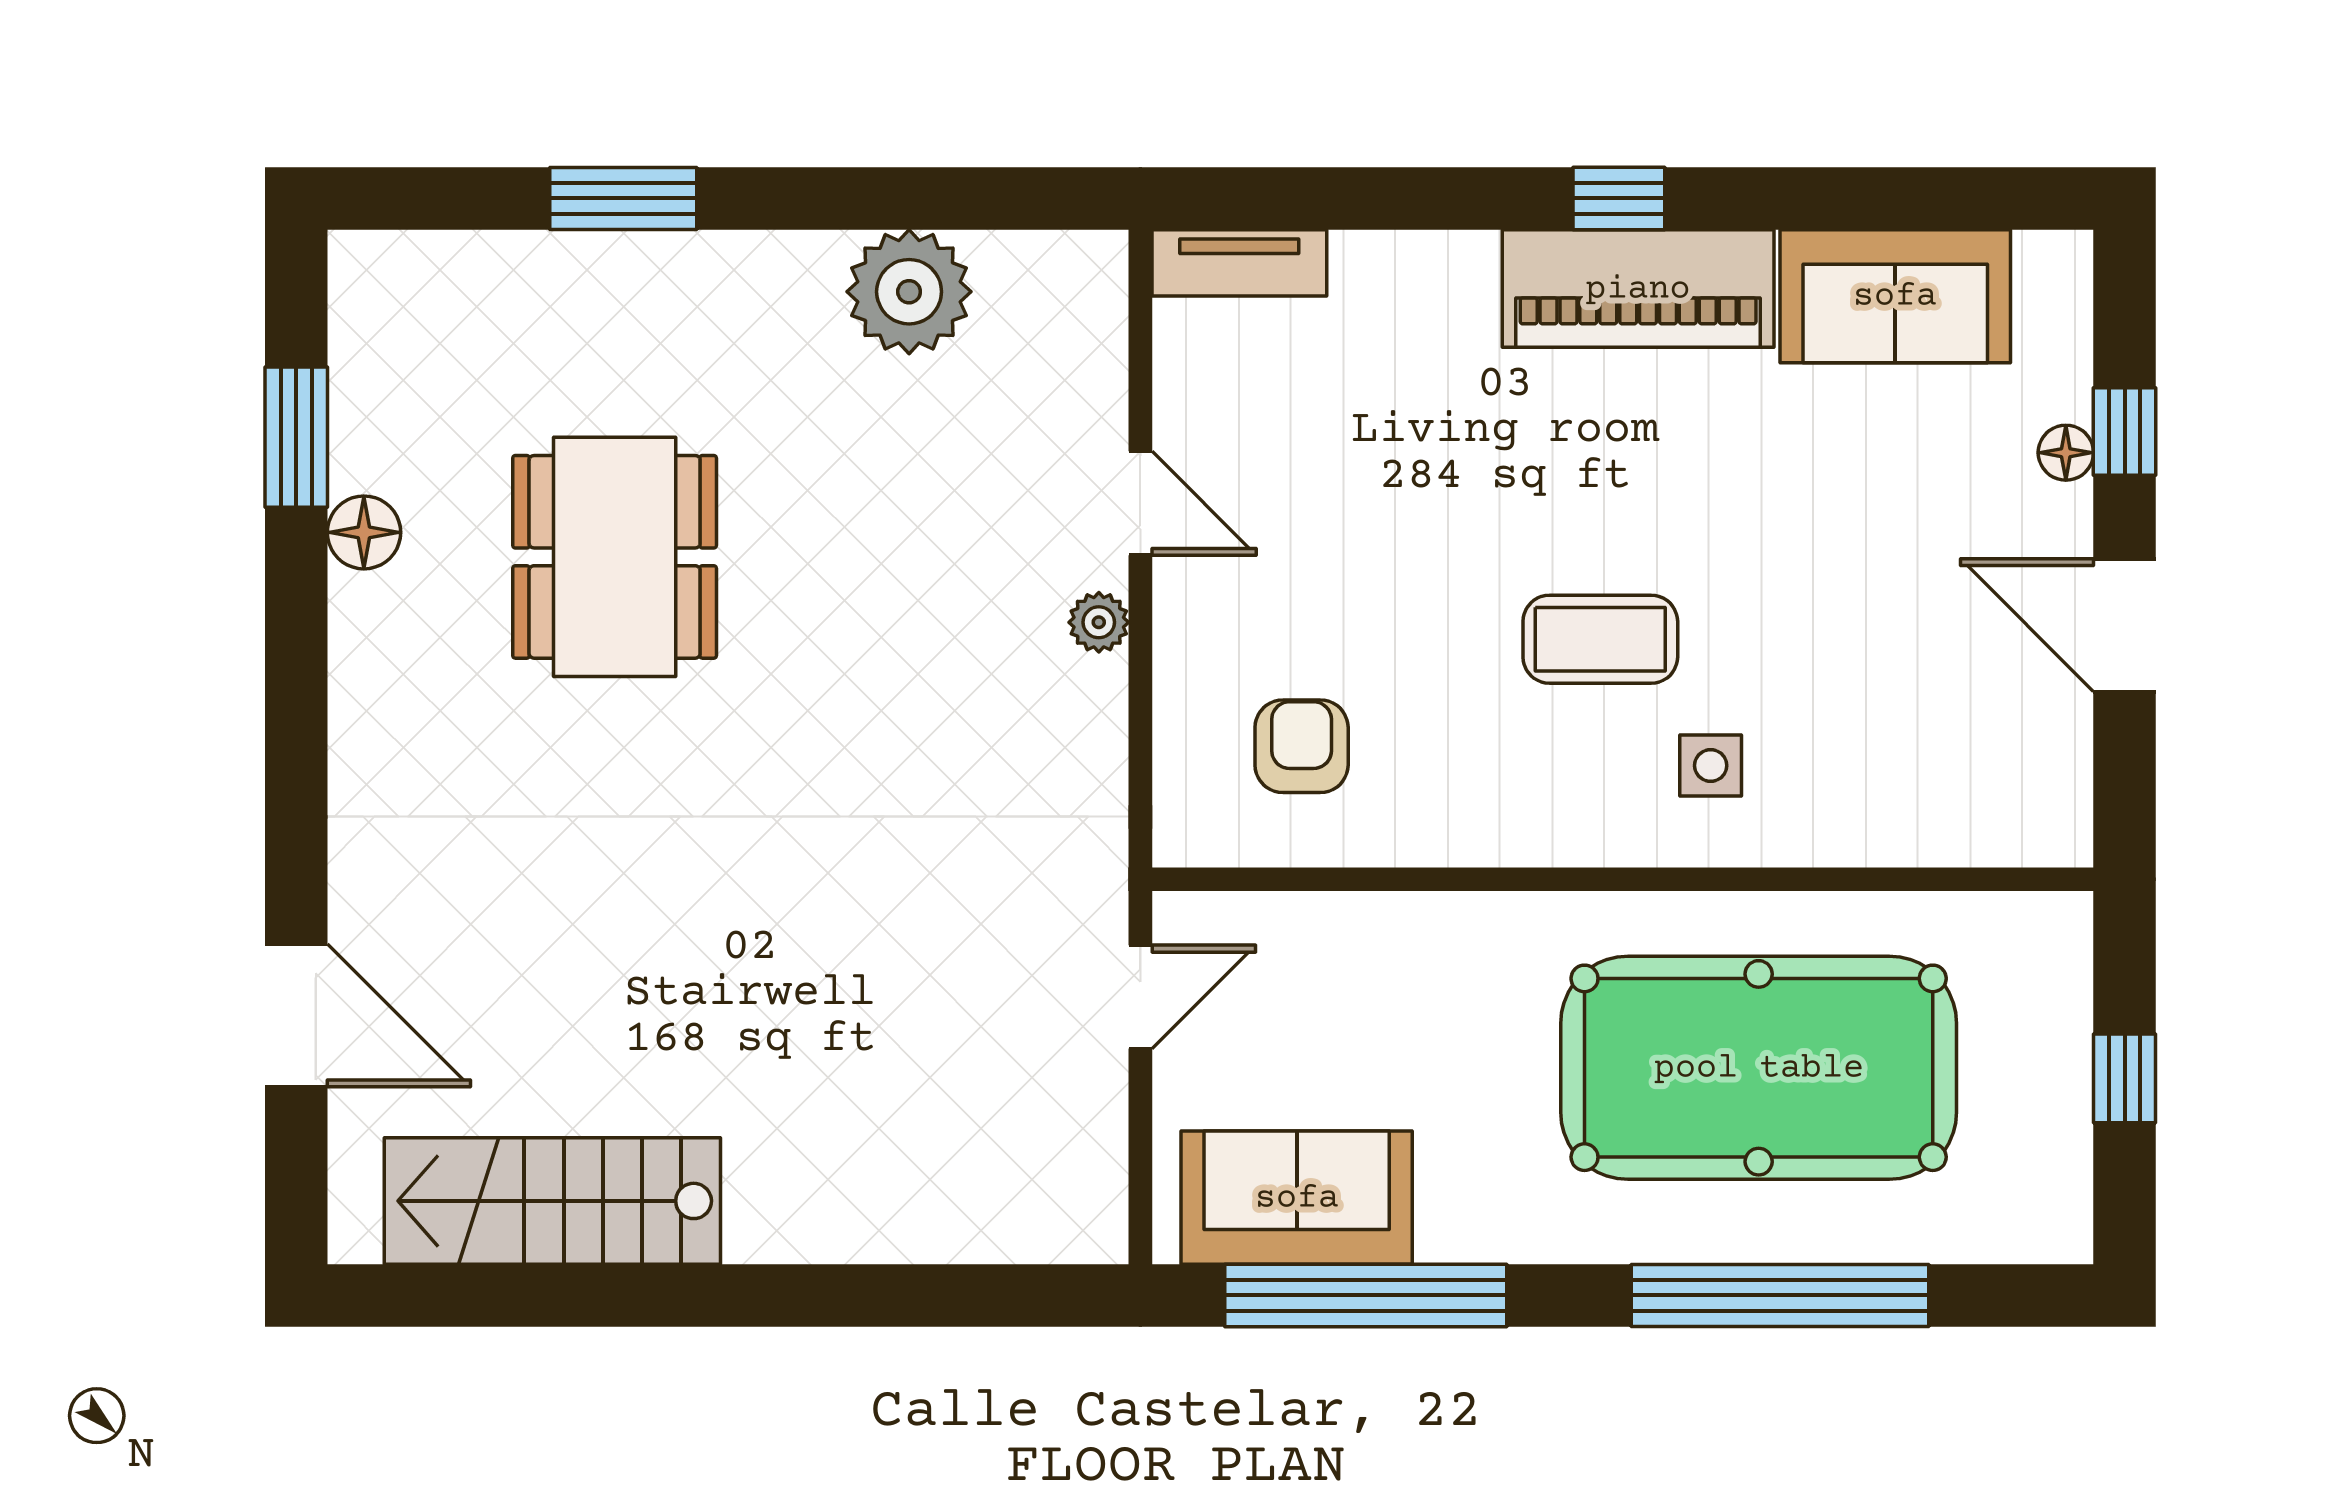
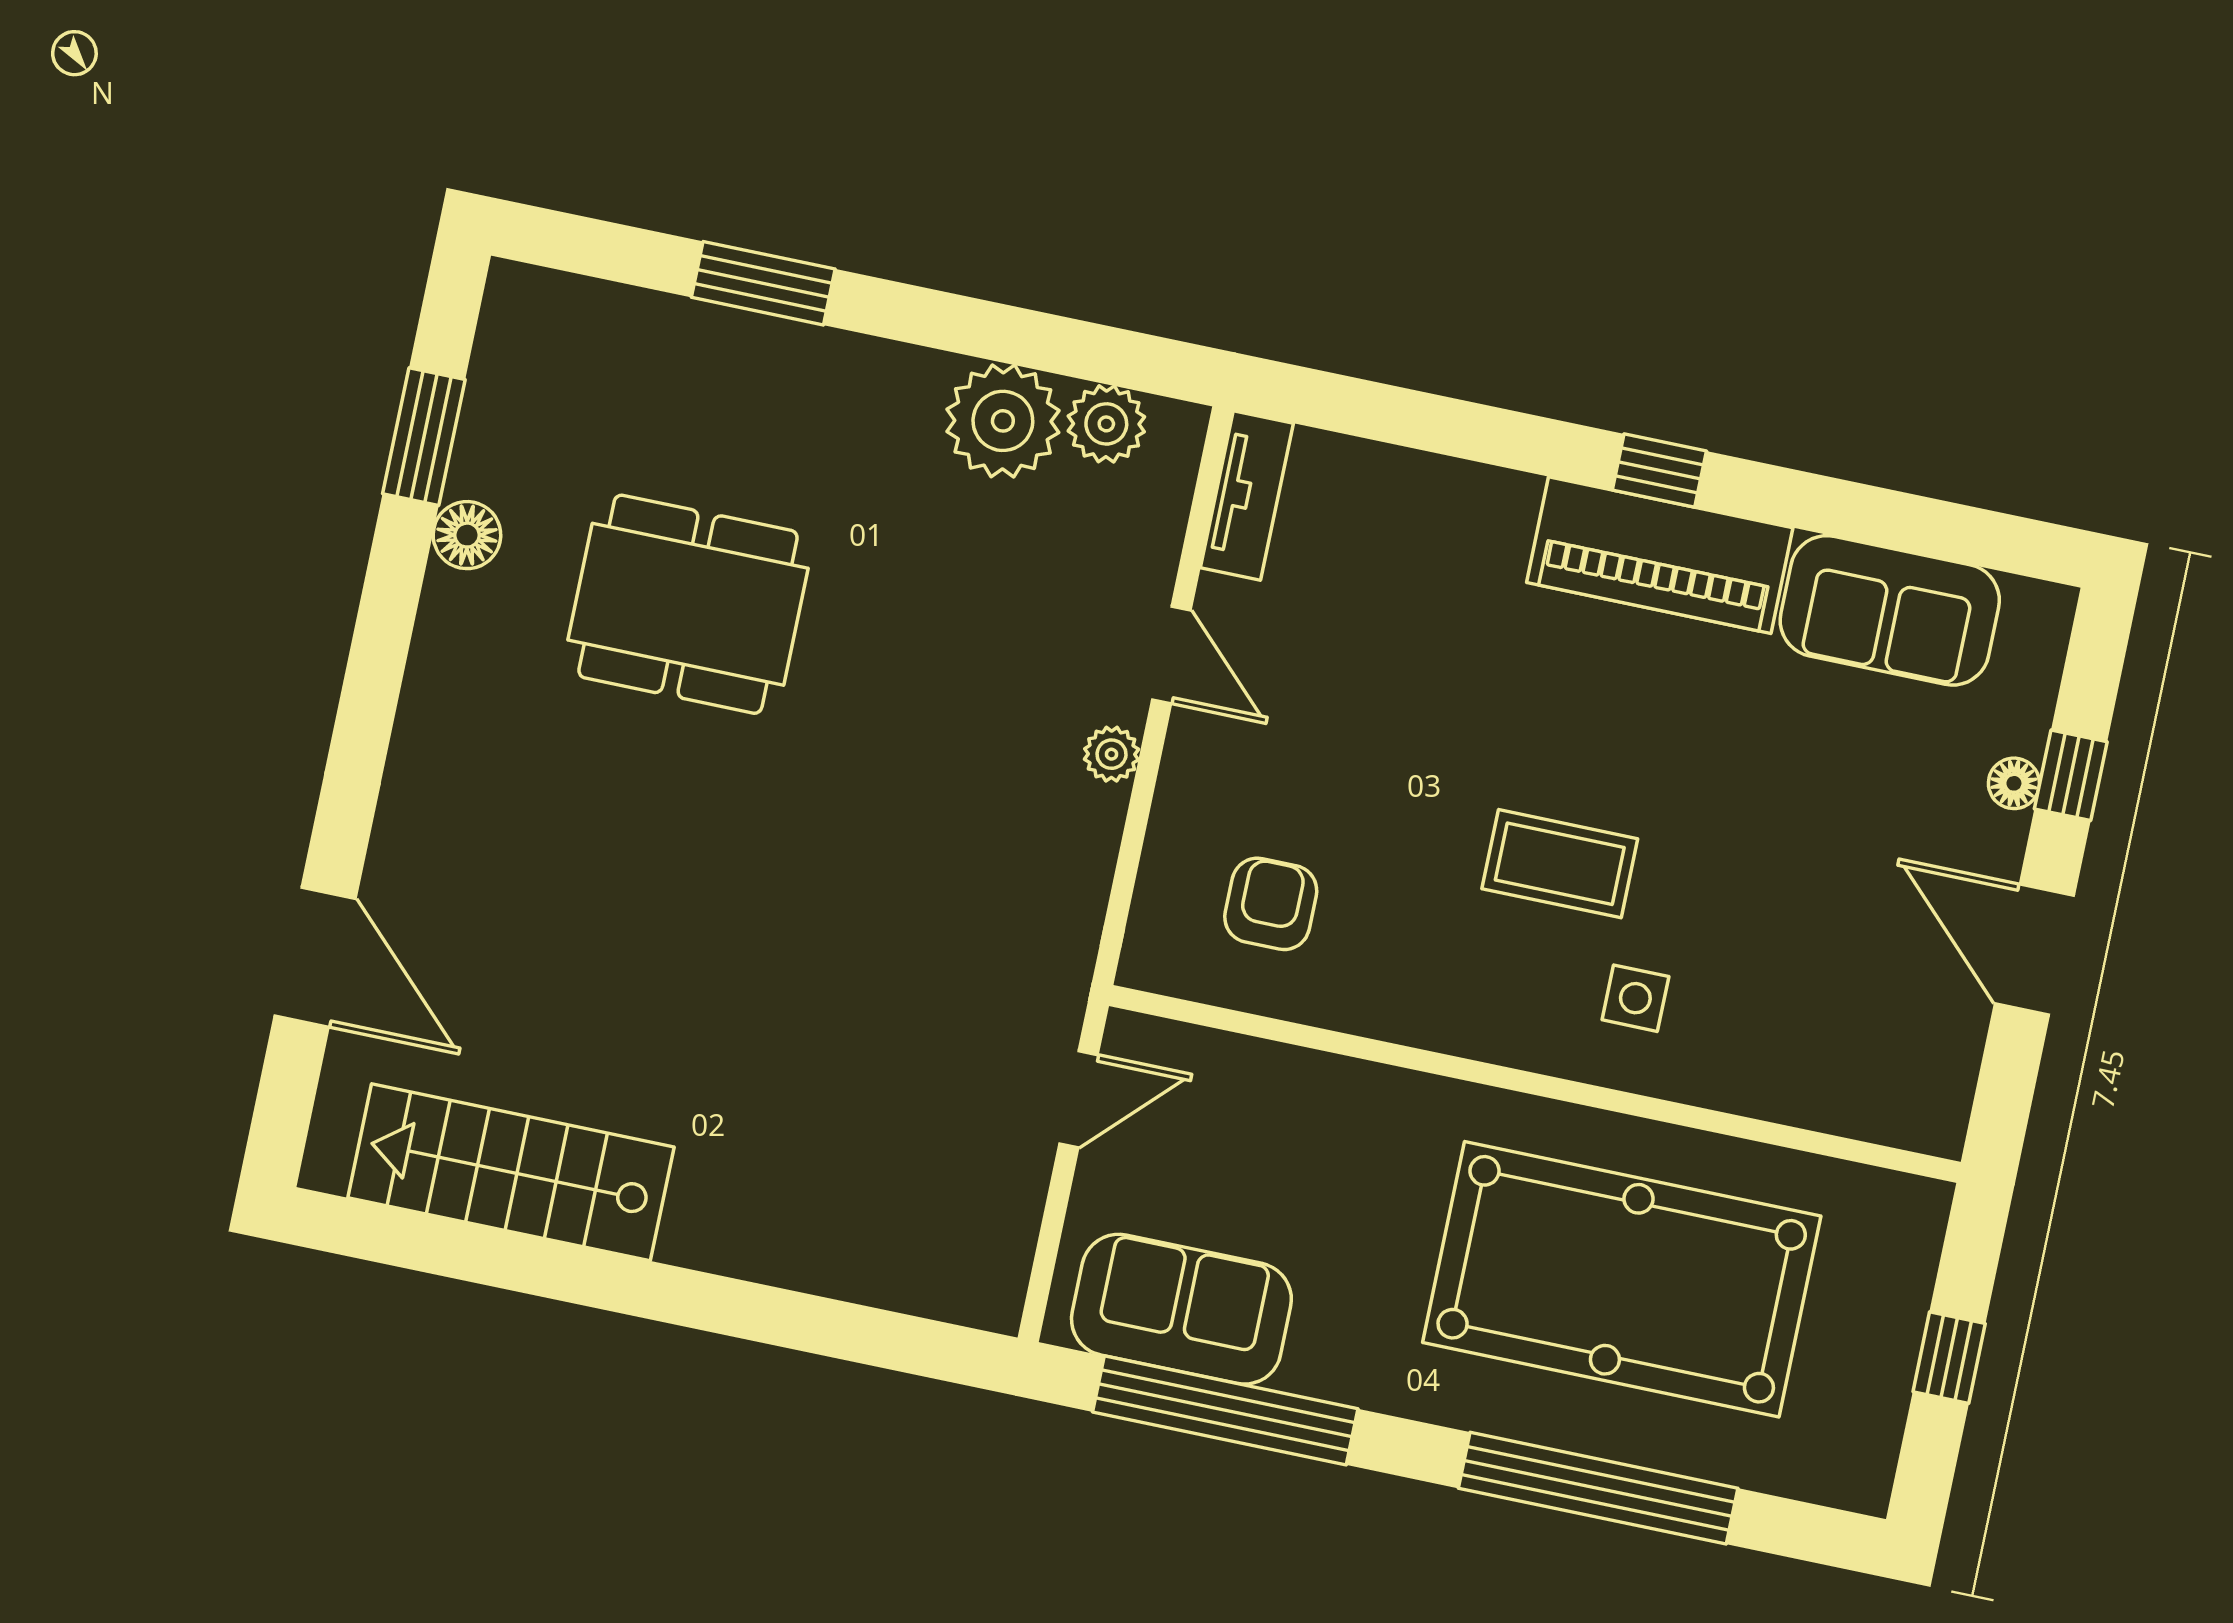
tv unit: (1239, 263) -> (1247, 496), moved, turned -90
plant: (1020, 272) -> (1106, 424), added
dining table: (615, 557) -> (688, 604), turned 90

